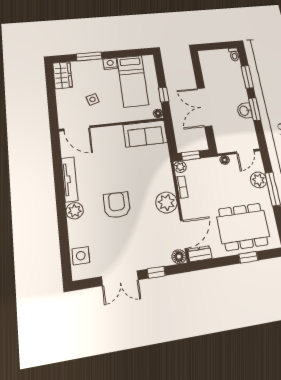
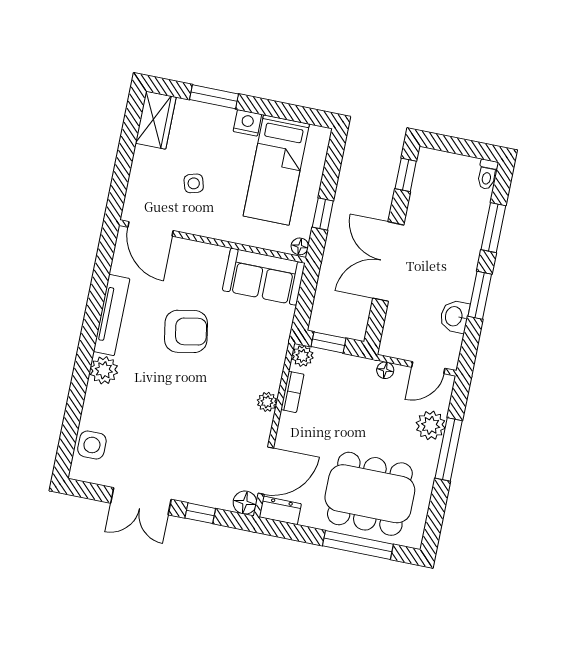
window: (197, 65) -> (406, 175), added
washbasin: (244, 111) -> (454, 316), moved
plant: (166, 202) -> (267, 402), width x0.53, depth x0.53
armchair: (117, 205) -> (186, 331), moved, turned 80
window: (248, 257) -> (358, 545), width x2.17

